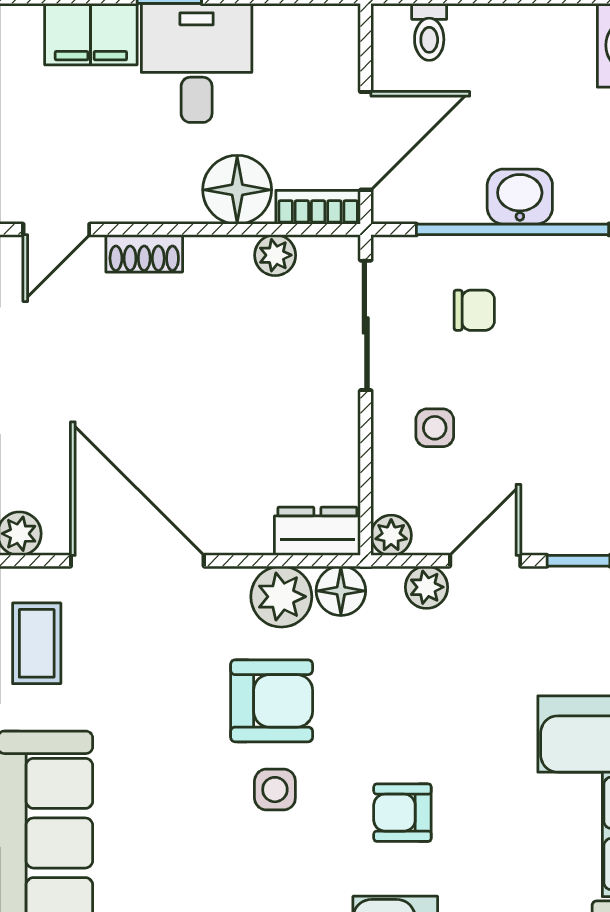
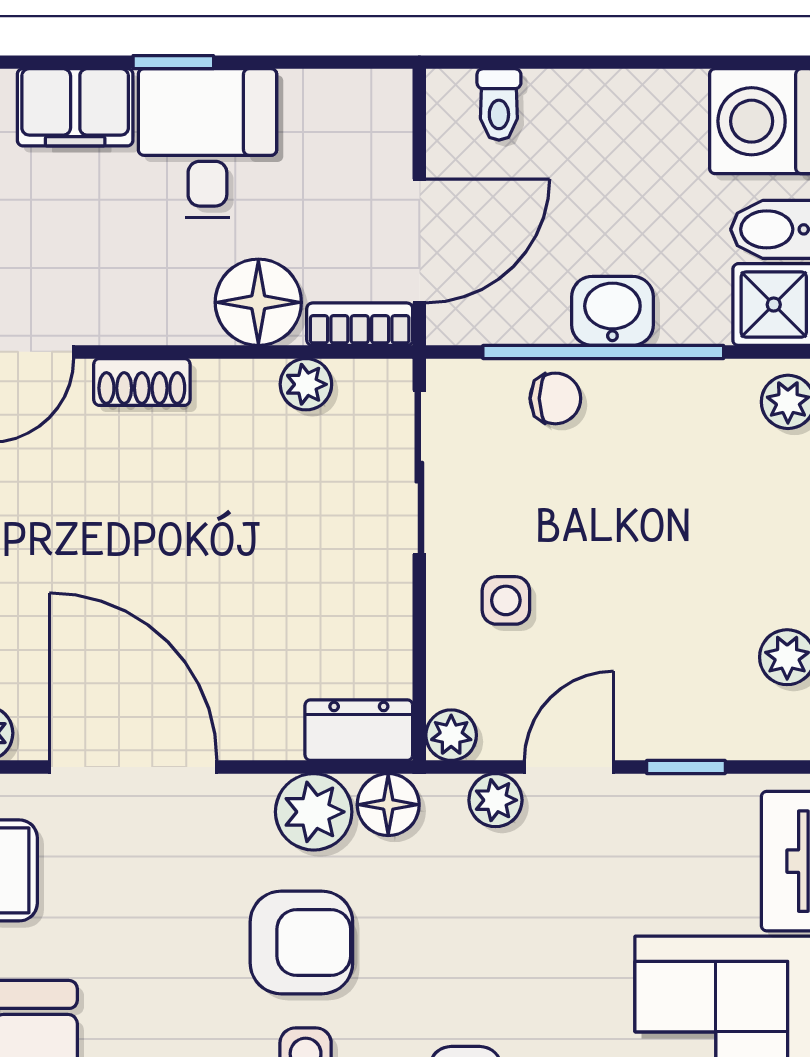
chair: (474, 310) -> (555, 398), moved

